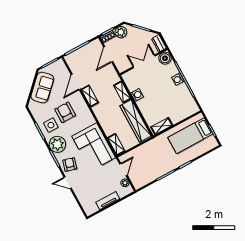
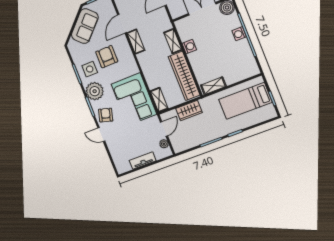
wardrobe: (143, 150) -> (189, 110), added

